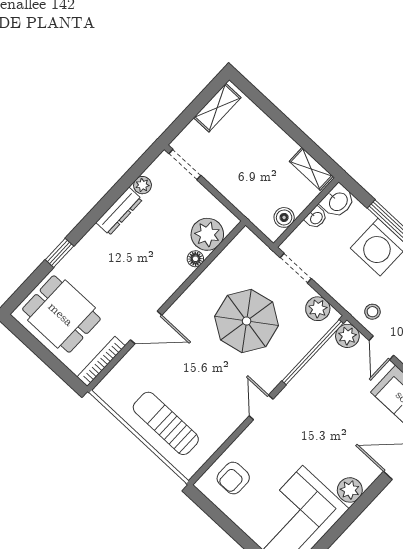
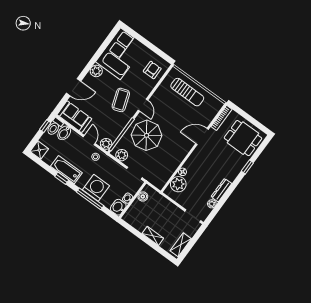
shelving: (311, 169) -> (153, 236), moved
parasol: (247, 321) -> (147, 135), moved
coffee table: (306, 423) -> (121, 100), added

